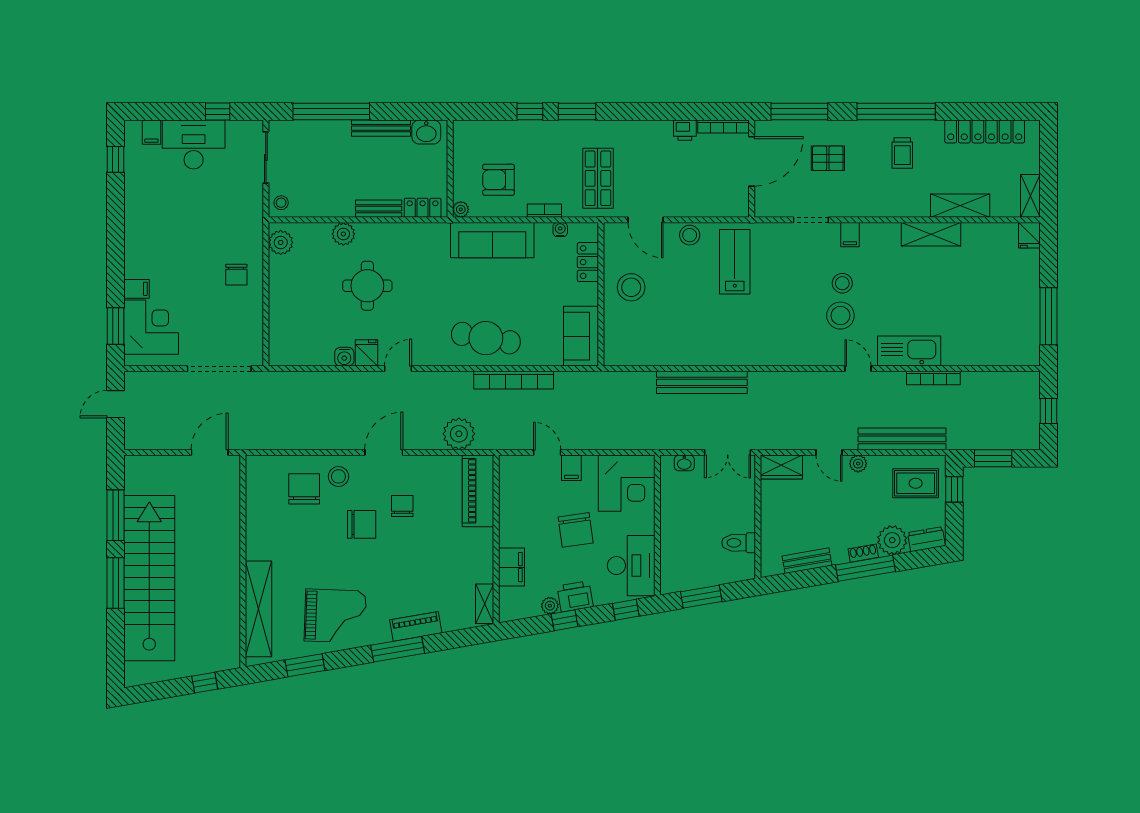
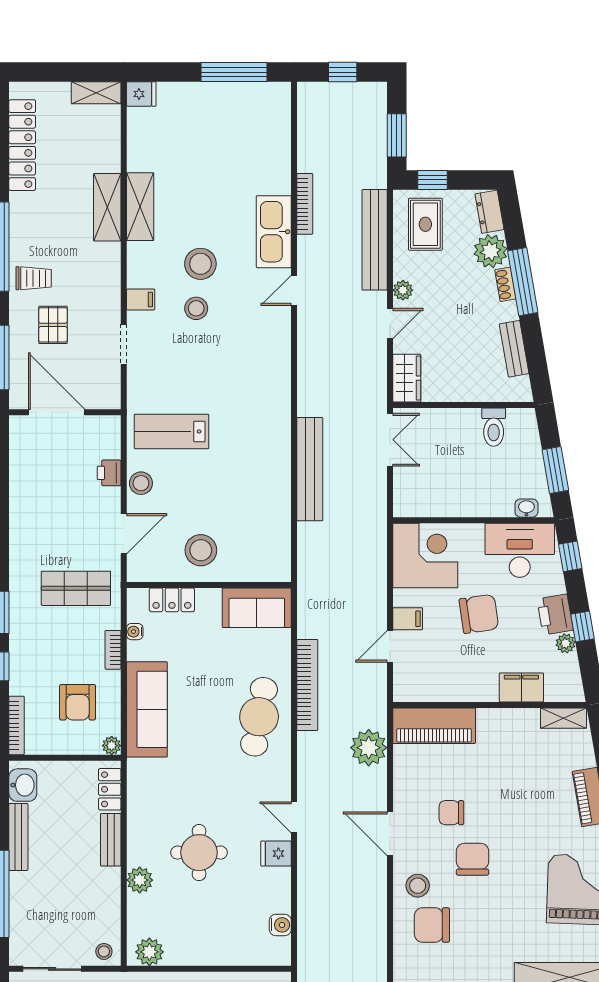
bookcase: (723, 126) -> (17, 725), moved
printer: (685, 130) -> (109, 473), moved, turned 180
trolley: (902, 153) -> (34, 278), moved
shelving: (960, 206) -> (107, 207), moved
stool: (840, 316) -> (200, 264), moved
water cooler: (344, 357) -> (280, 925), moved
washbasin: (684, 463) -> (526, 508), moved, turned -90

